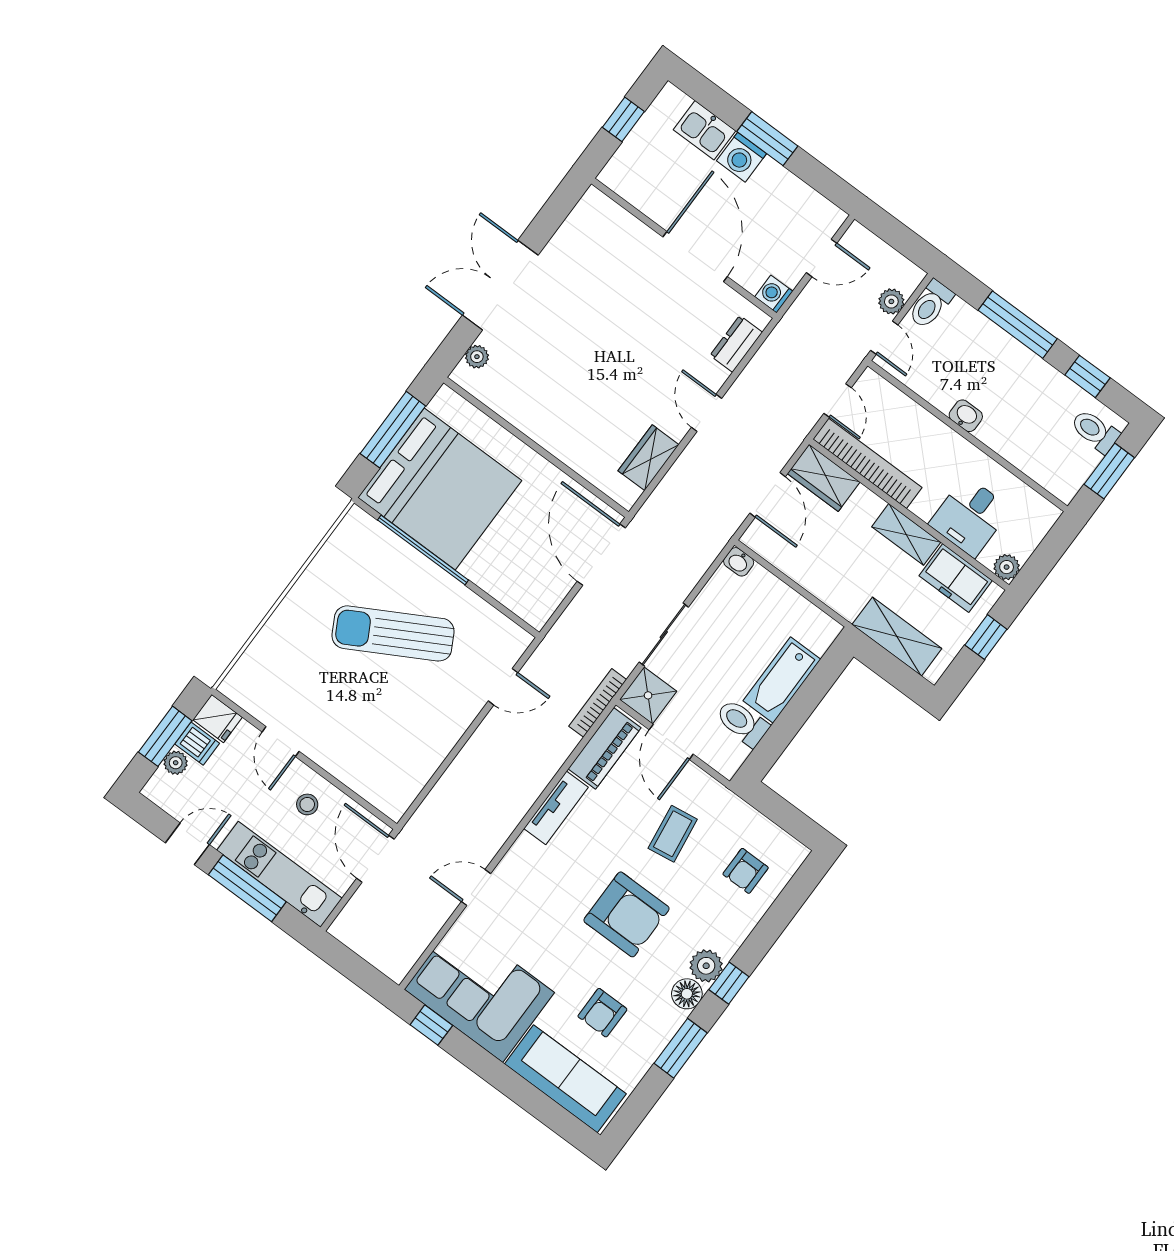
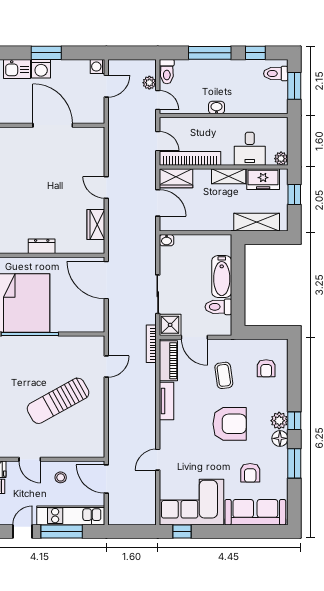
washing machine: (774, 294) -> (97, 67), moved
dresser: (736, 344) -> (42, 246), moved, turned 90
sun lounger: (393, 633) -> (58, 401), moved

